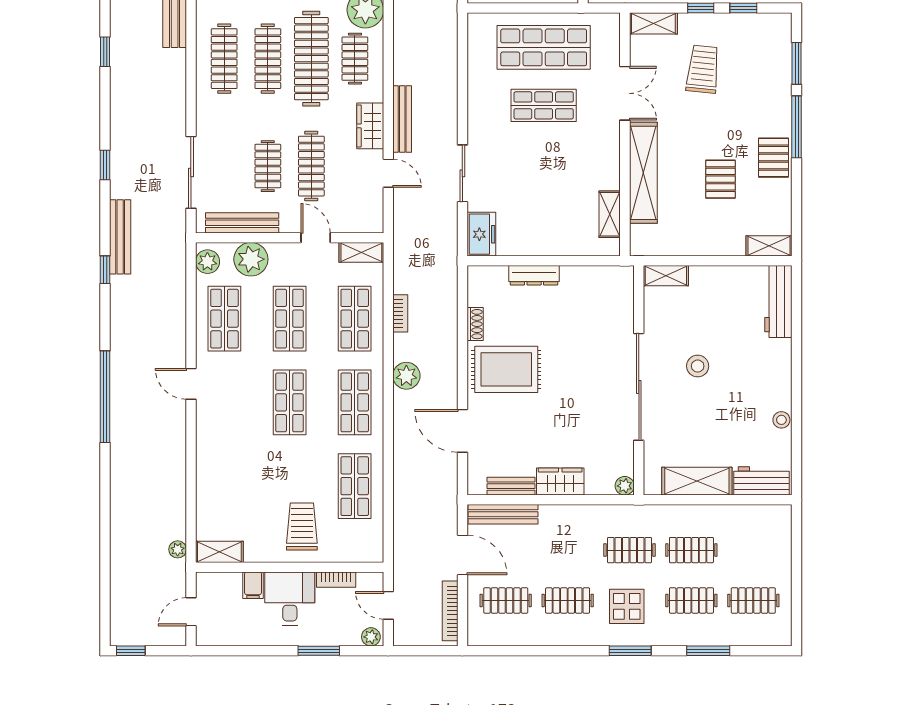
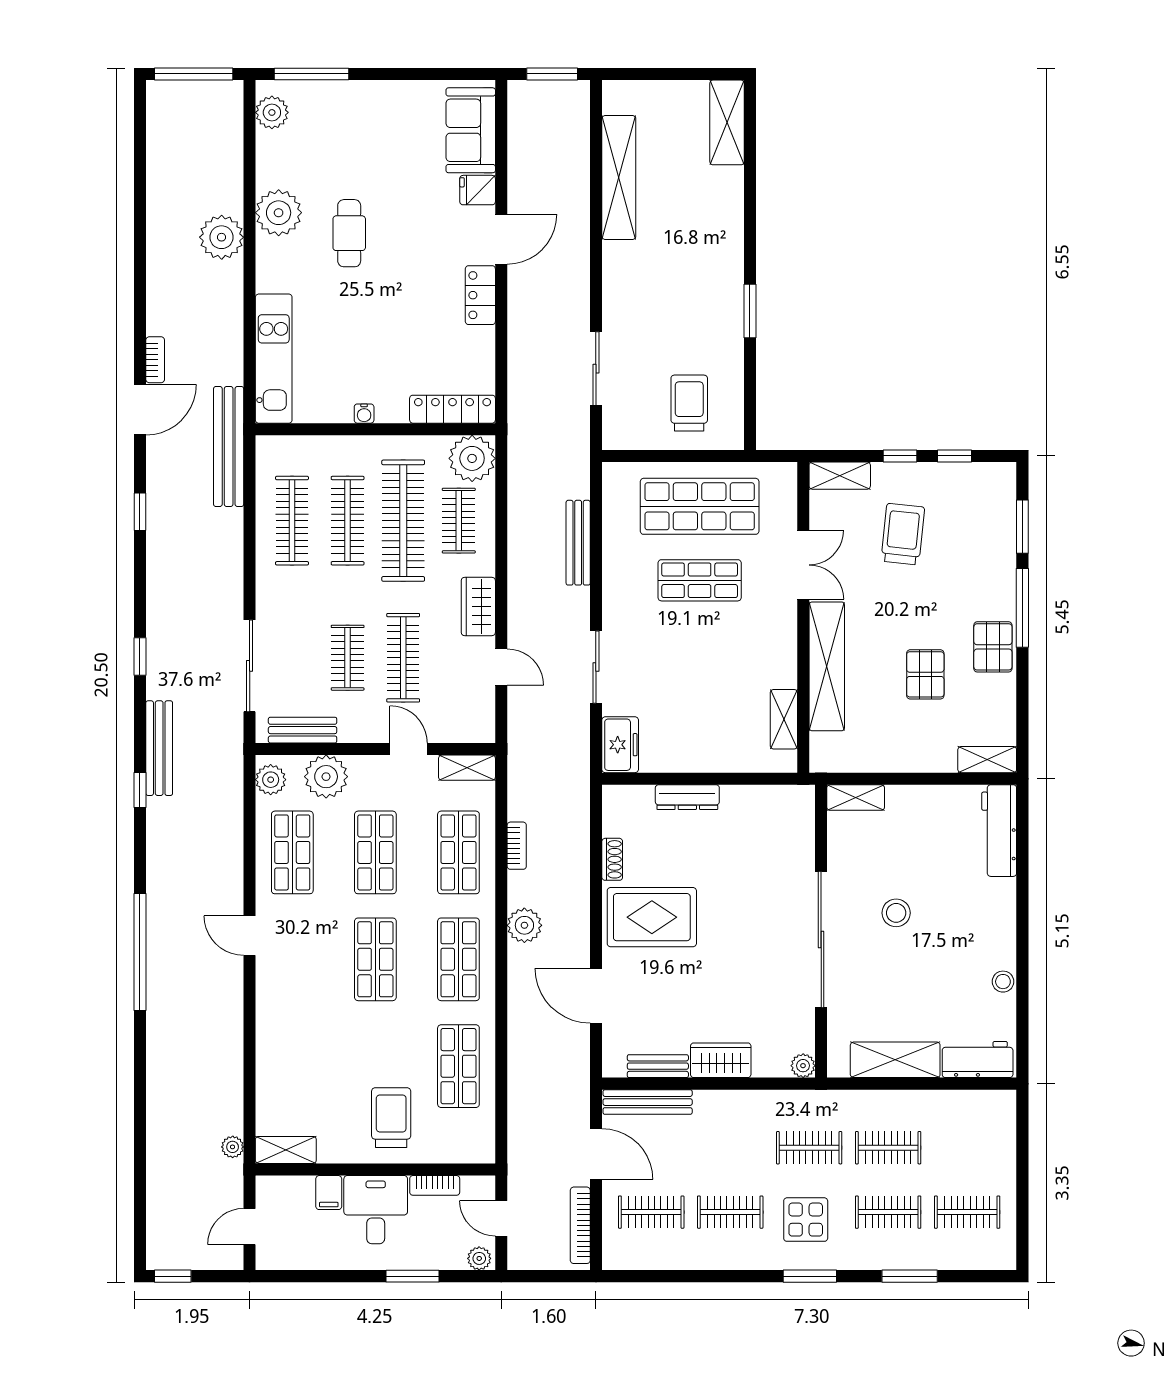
bench: (402, 119) -> (578, 543), moved
bench: (242, 223) -> (303, 730), width x0.73

